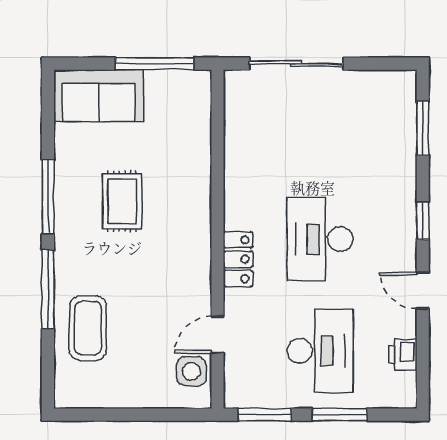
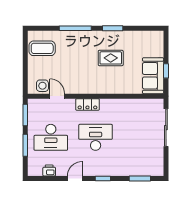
window: (155, 64) -> (166, 71), width x0.46
sofa: (99, 96) -> (153, 76), moved
window: (48, 196) -> (113, 28), width x0.69
coffee table: (88, 328) -> (42, 48), moved

